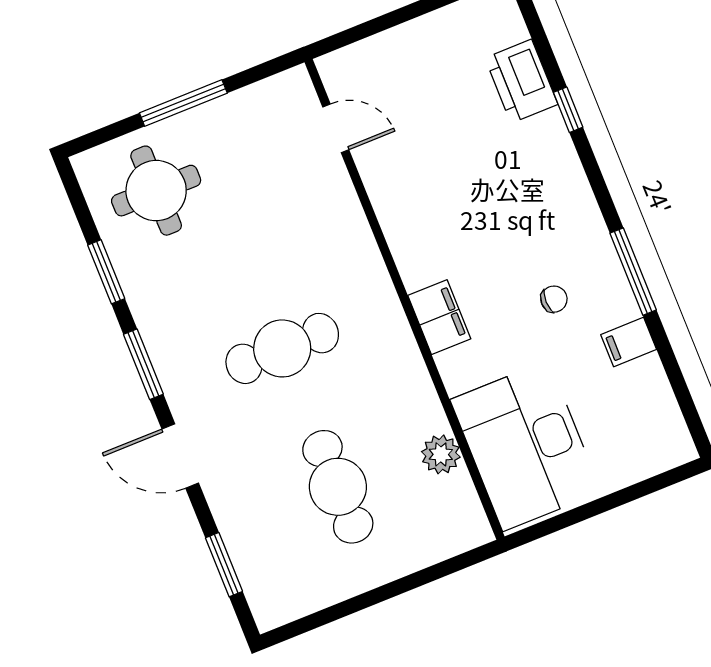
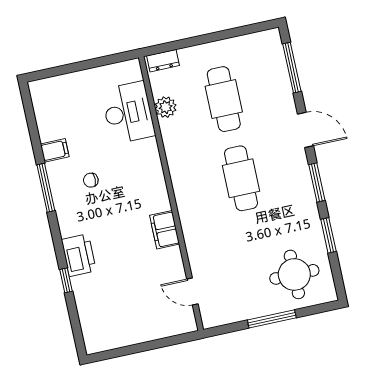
printer: (521, 81) -> (79, 255), moved
filing cabinet: (439, 317) -> (165, 230), moved
cafe table: (282, 348) -> (241, 178), turned 90
desk: (526, 446) -> (128, 113), width x0.73, depth x0.77
dresser: (460, 538) -> (163, 61), added
window: (224, 565) -> (292, 68), width x1.44

